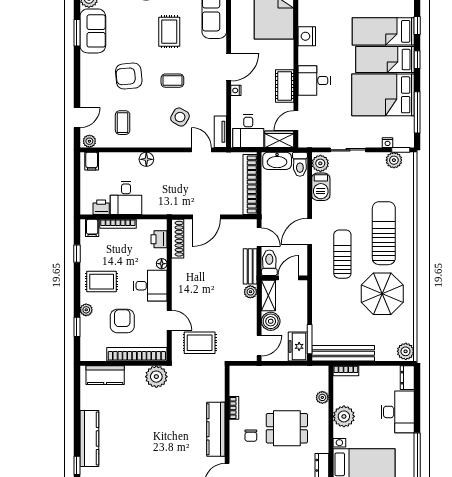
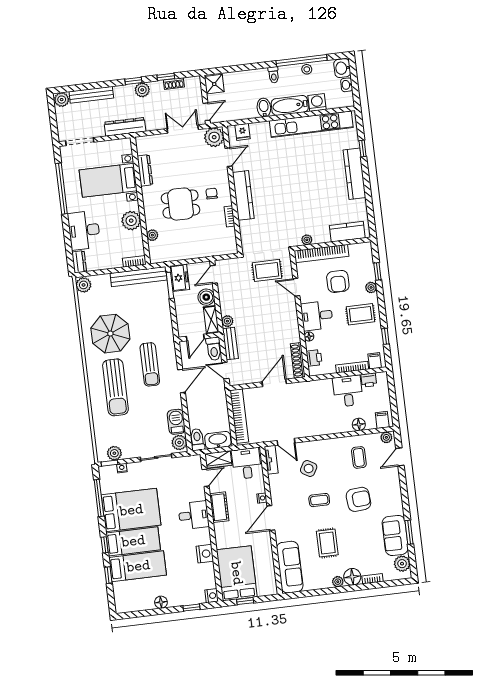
floor lamp: (146, 159) -> (359, 424), moved
plant: (156, 377) -> (307, 240), width x0.53, depth x0.53

